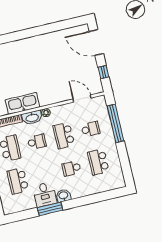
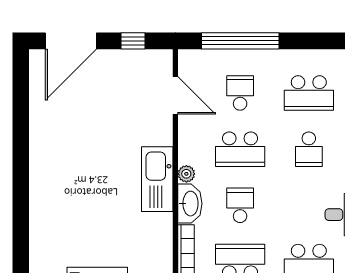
door: (82, 98) -> (175, 95), swing flipped
kitchen sink: (22, 103) -> (157, 179), moved

